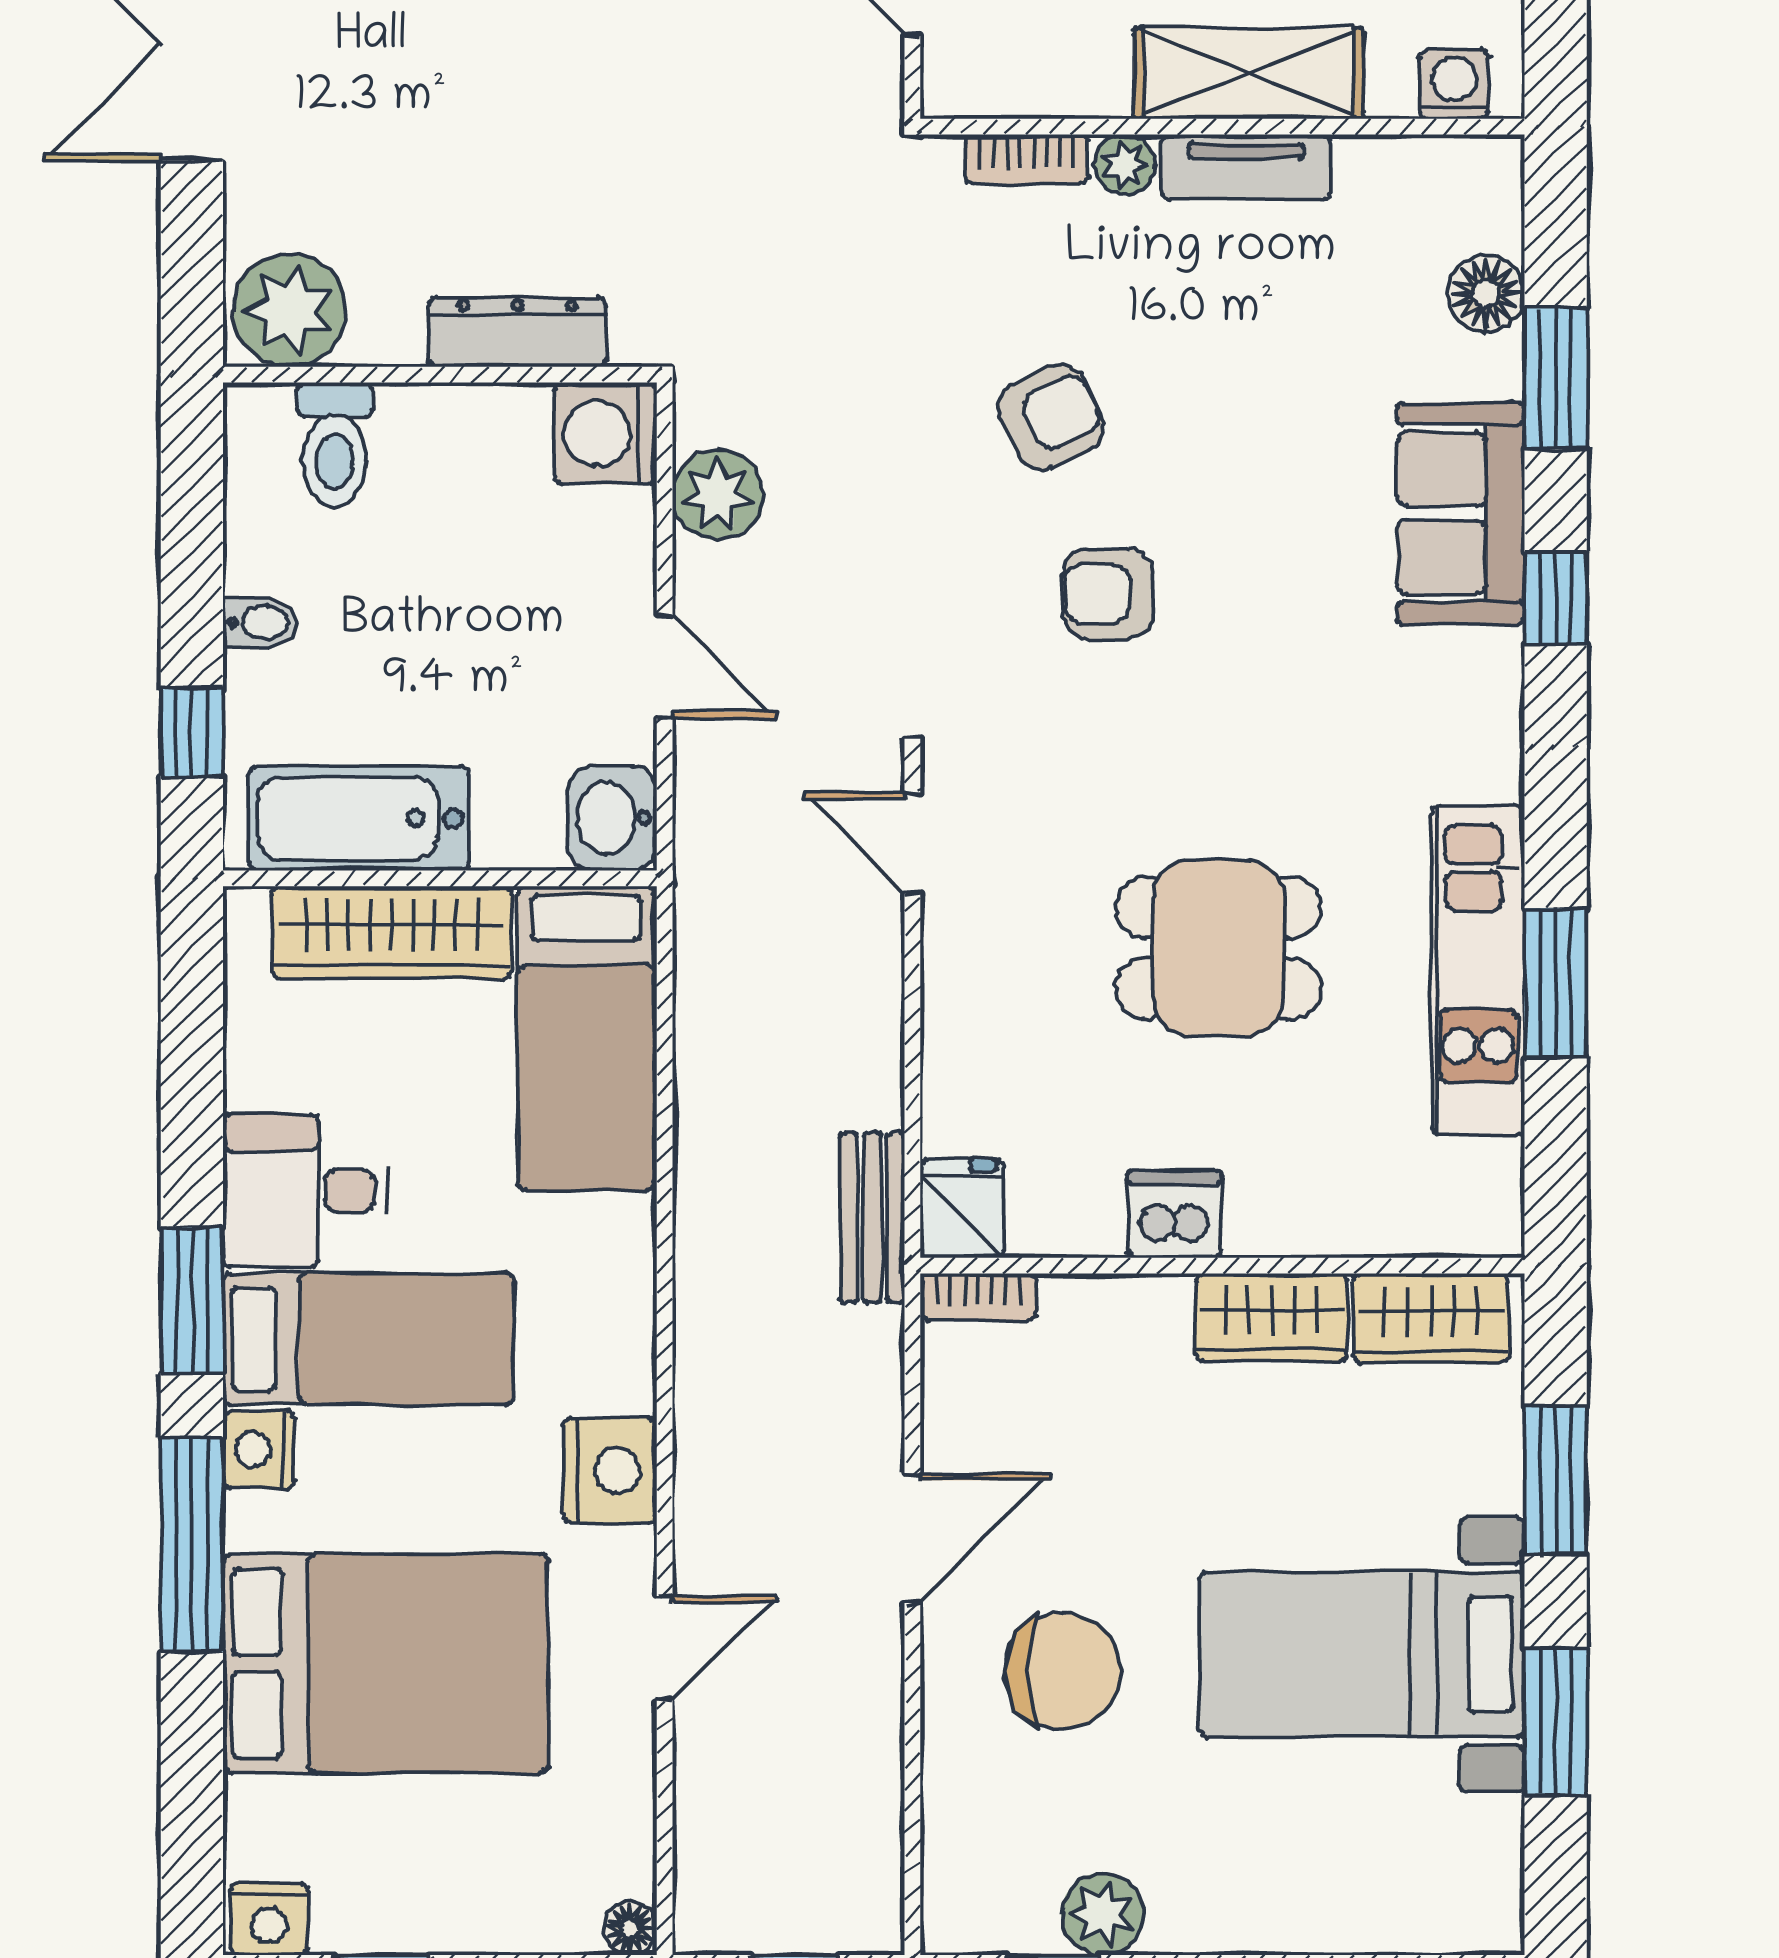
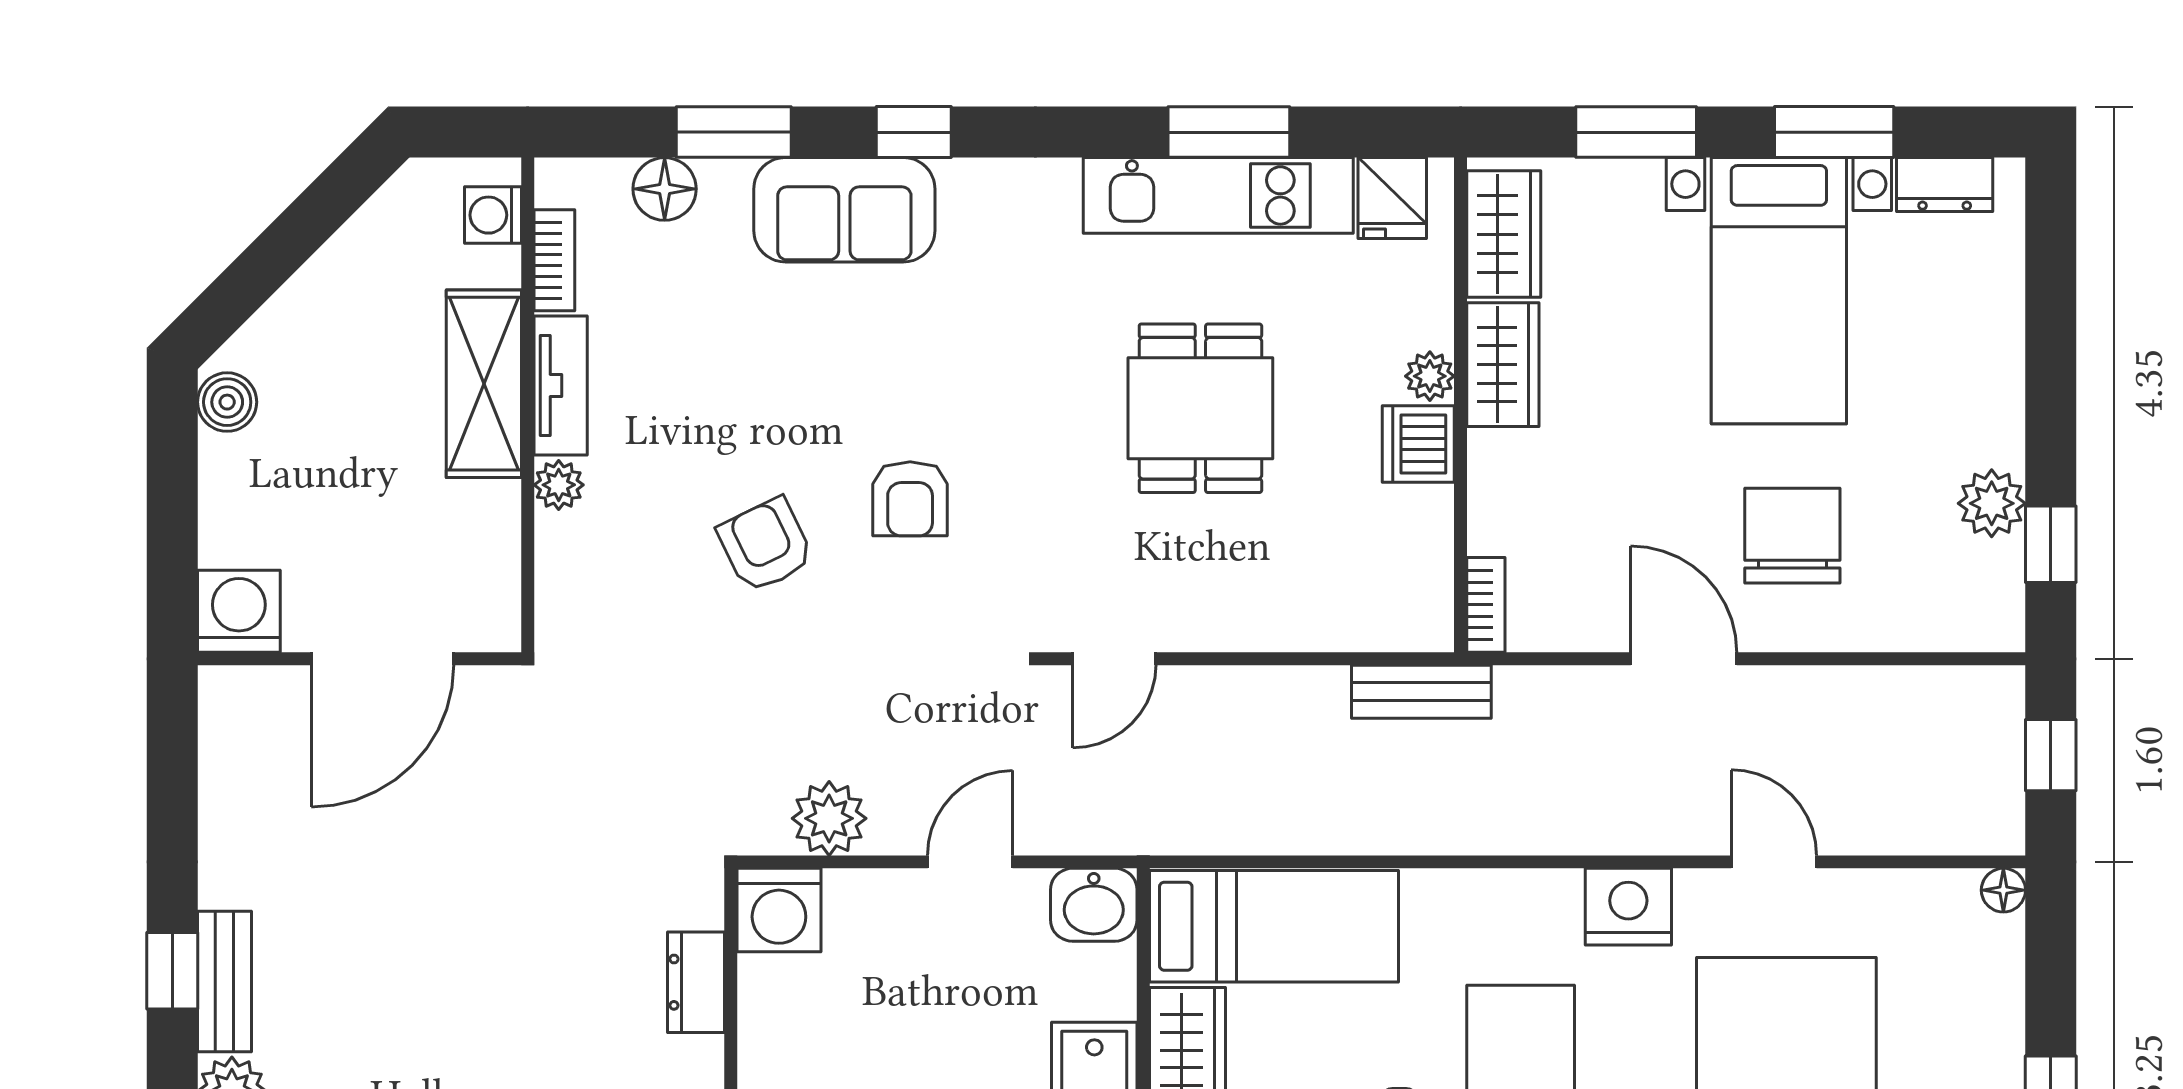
bookcase: (1027, 159) -> (554, 260), moved
dresser: (518, 332) -> (696, 982), width x0.70
fridge: (962, 1208) -> (1392, 198), moved, turned -90
plant: (1258, 1228) -> (1430, 376), added
dresser: (1492, 1857) -> (1945, 185), added

